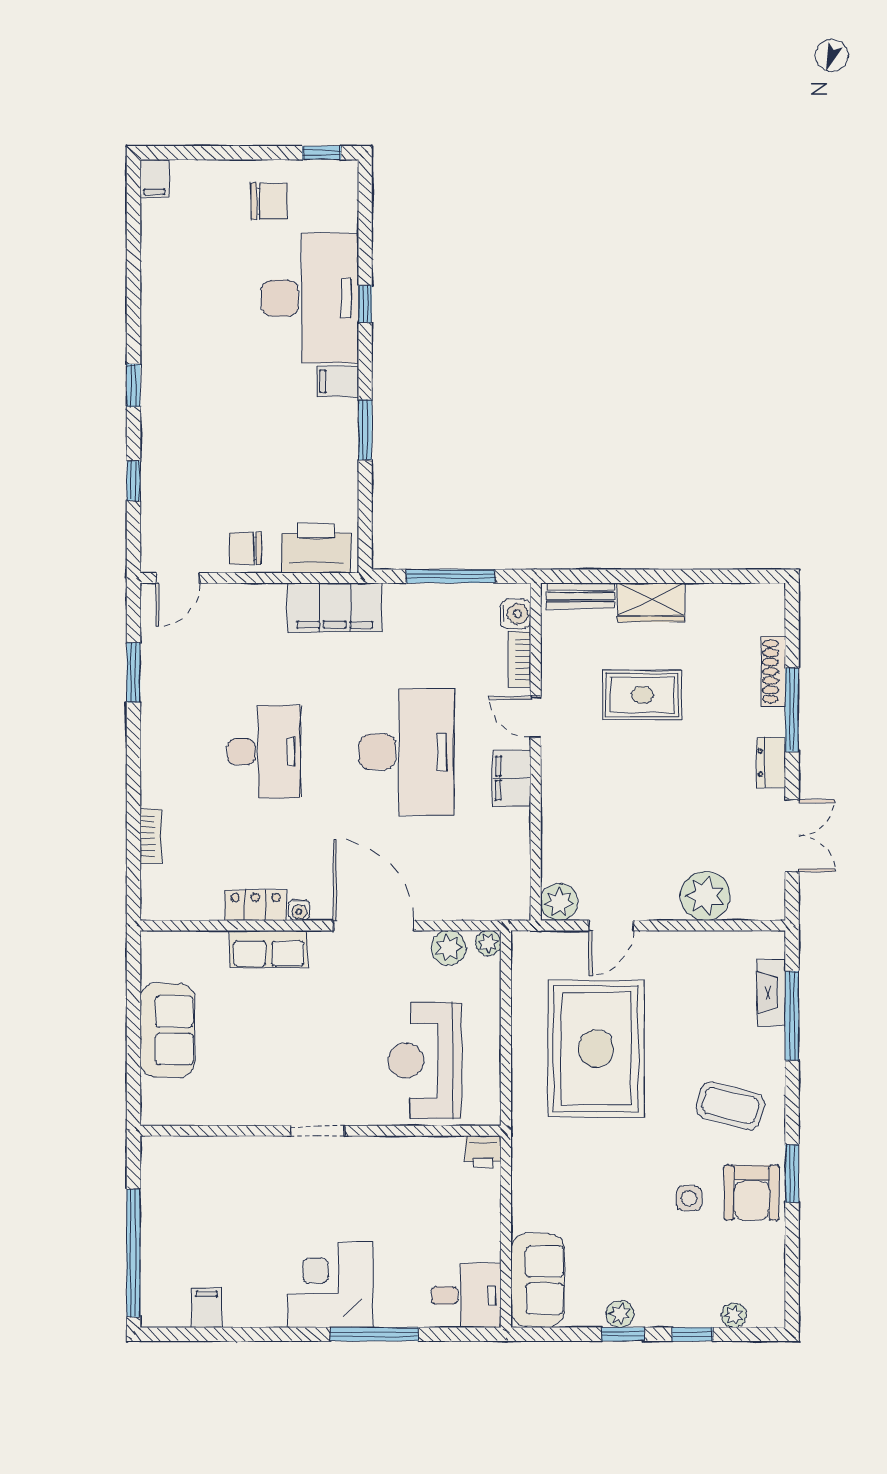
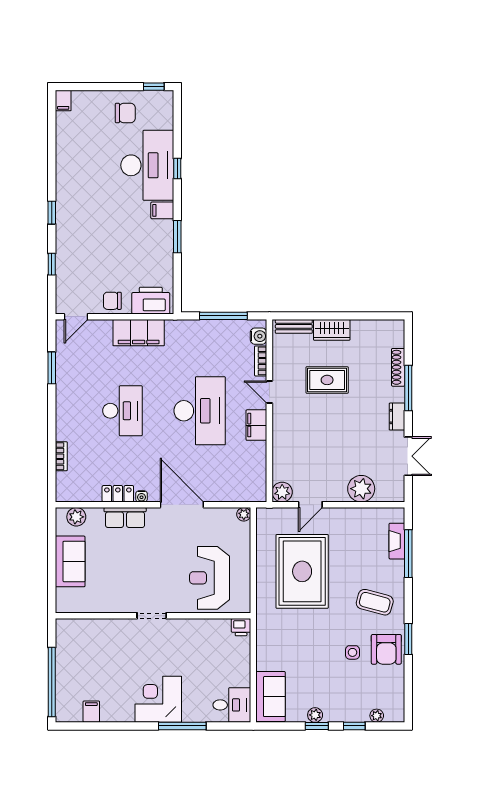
filing cabinet: (335, 607) -> (139, 333), moved
plant: (449, 948) -> (76, 517), moved

